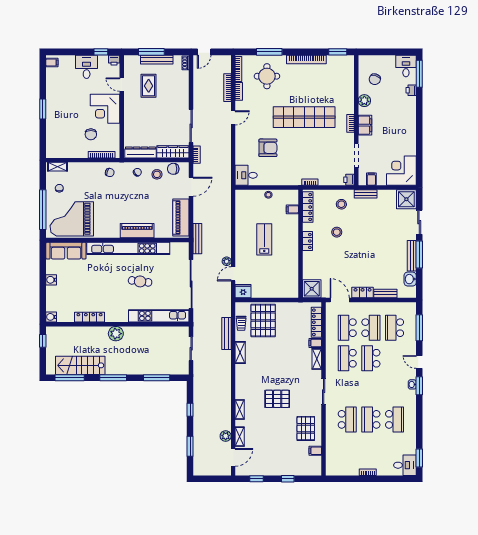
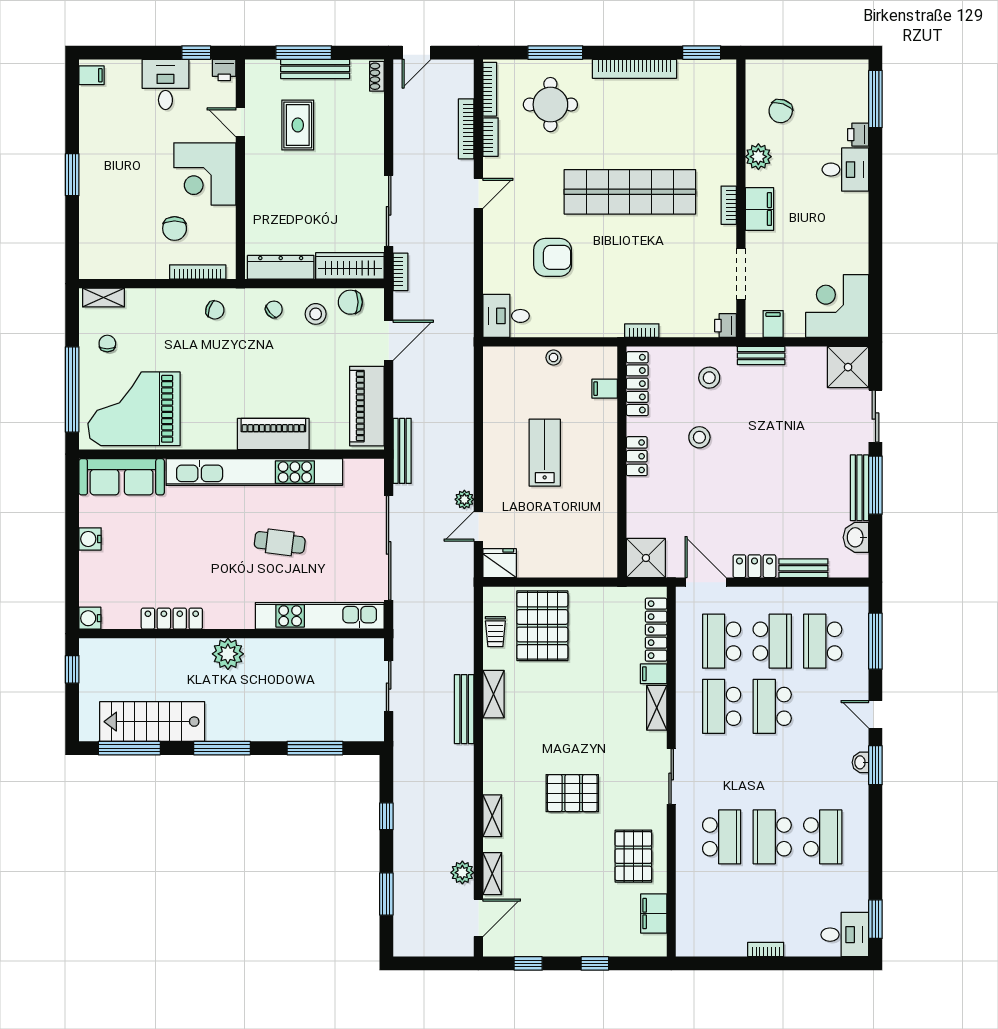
desk: (406, 66) -> (845, 170), moved, turned 90
bench: (227, 334) -> (464, 709), moved
filing cabinet: (315, 451) -> (654, 914), width x2.00

